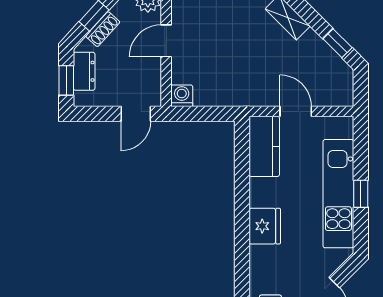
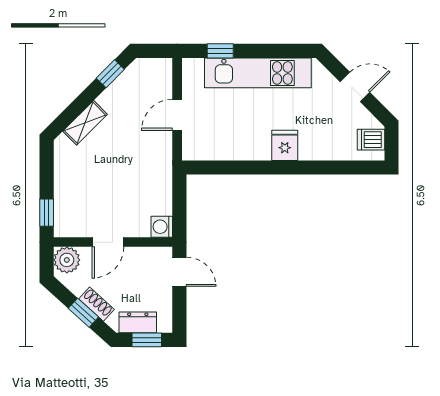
door: (166, 41) -> (108, 242), hinge flipped
kitchen counter: (264, 146) -> (211, 146), removed
window: (361, 194) -> (220, 51), moved
fridge: (265, 226) -> (285, 145), width x0.72

